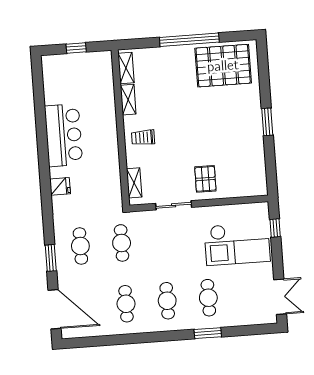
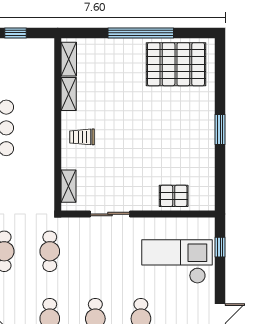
pallet: (205, 179) -> (174, 196), moved, turned 90
checkout: (237, 244) -> (177, 262), turned 180

